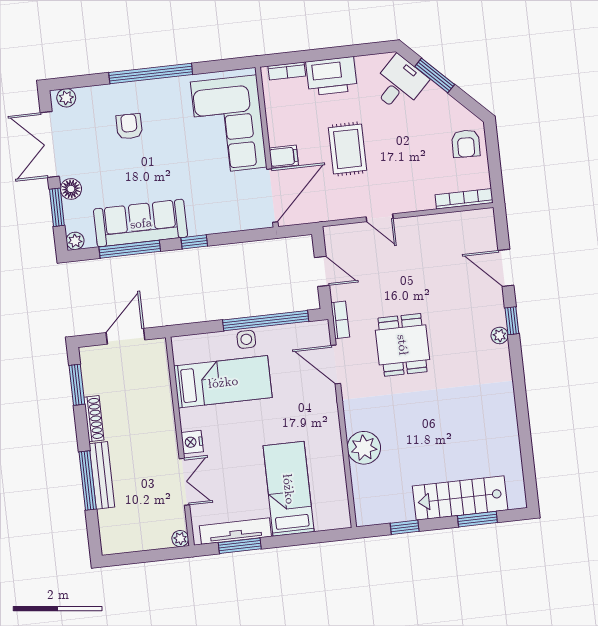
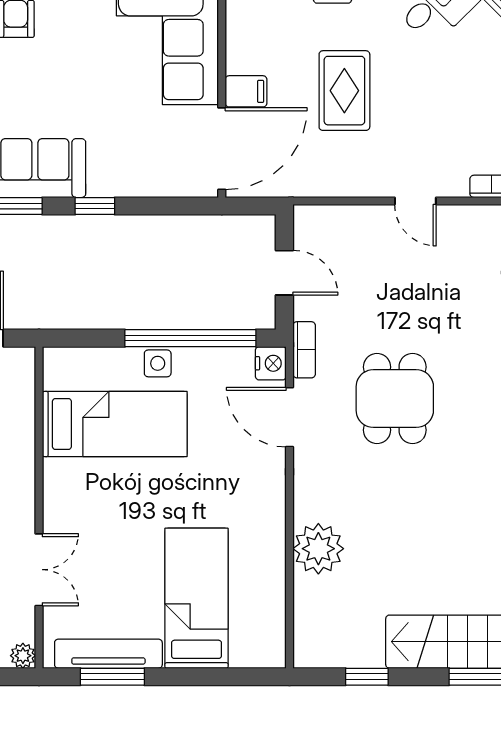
door: (380, 218) -> (415, 201), moved
nightstand: (192, 442) -> (271, 363), moved, turned 180

